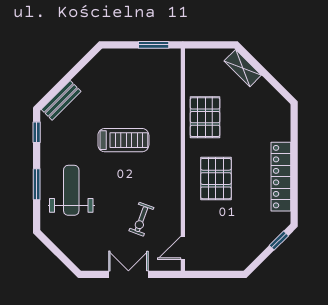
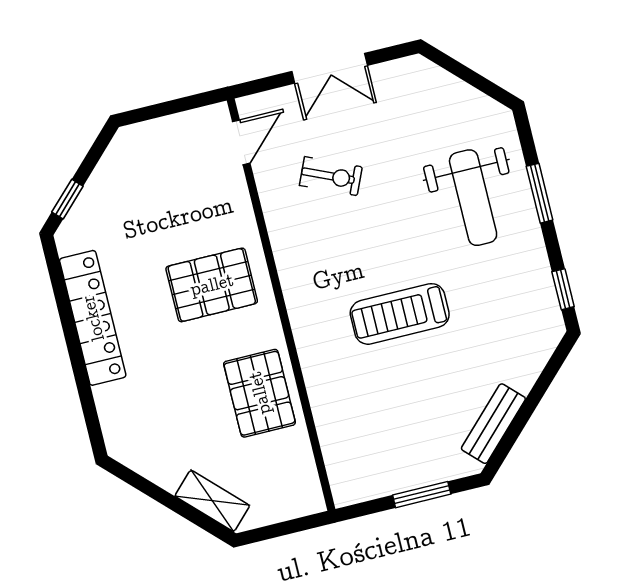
window: (154, 45) -> (422, 495), moved
bench: (61, 100) -> (493, 424), moved
pallet: (216, 179) -> (212, 285), turned 90
exercise bike: (141, 219) -> (331, 176), turned 94

